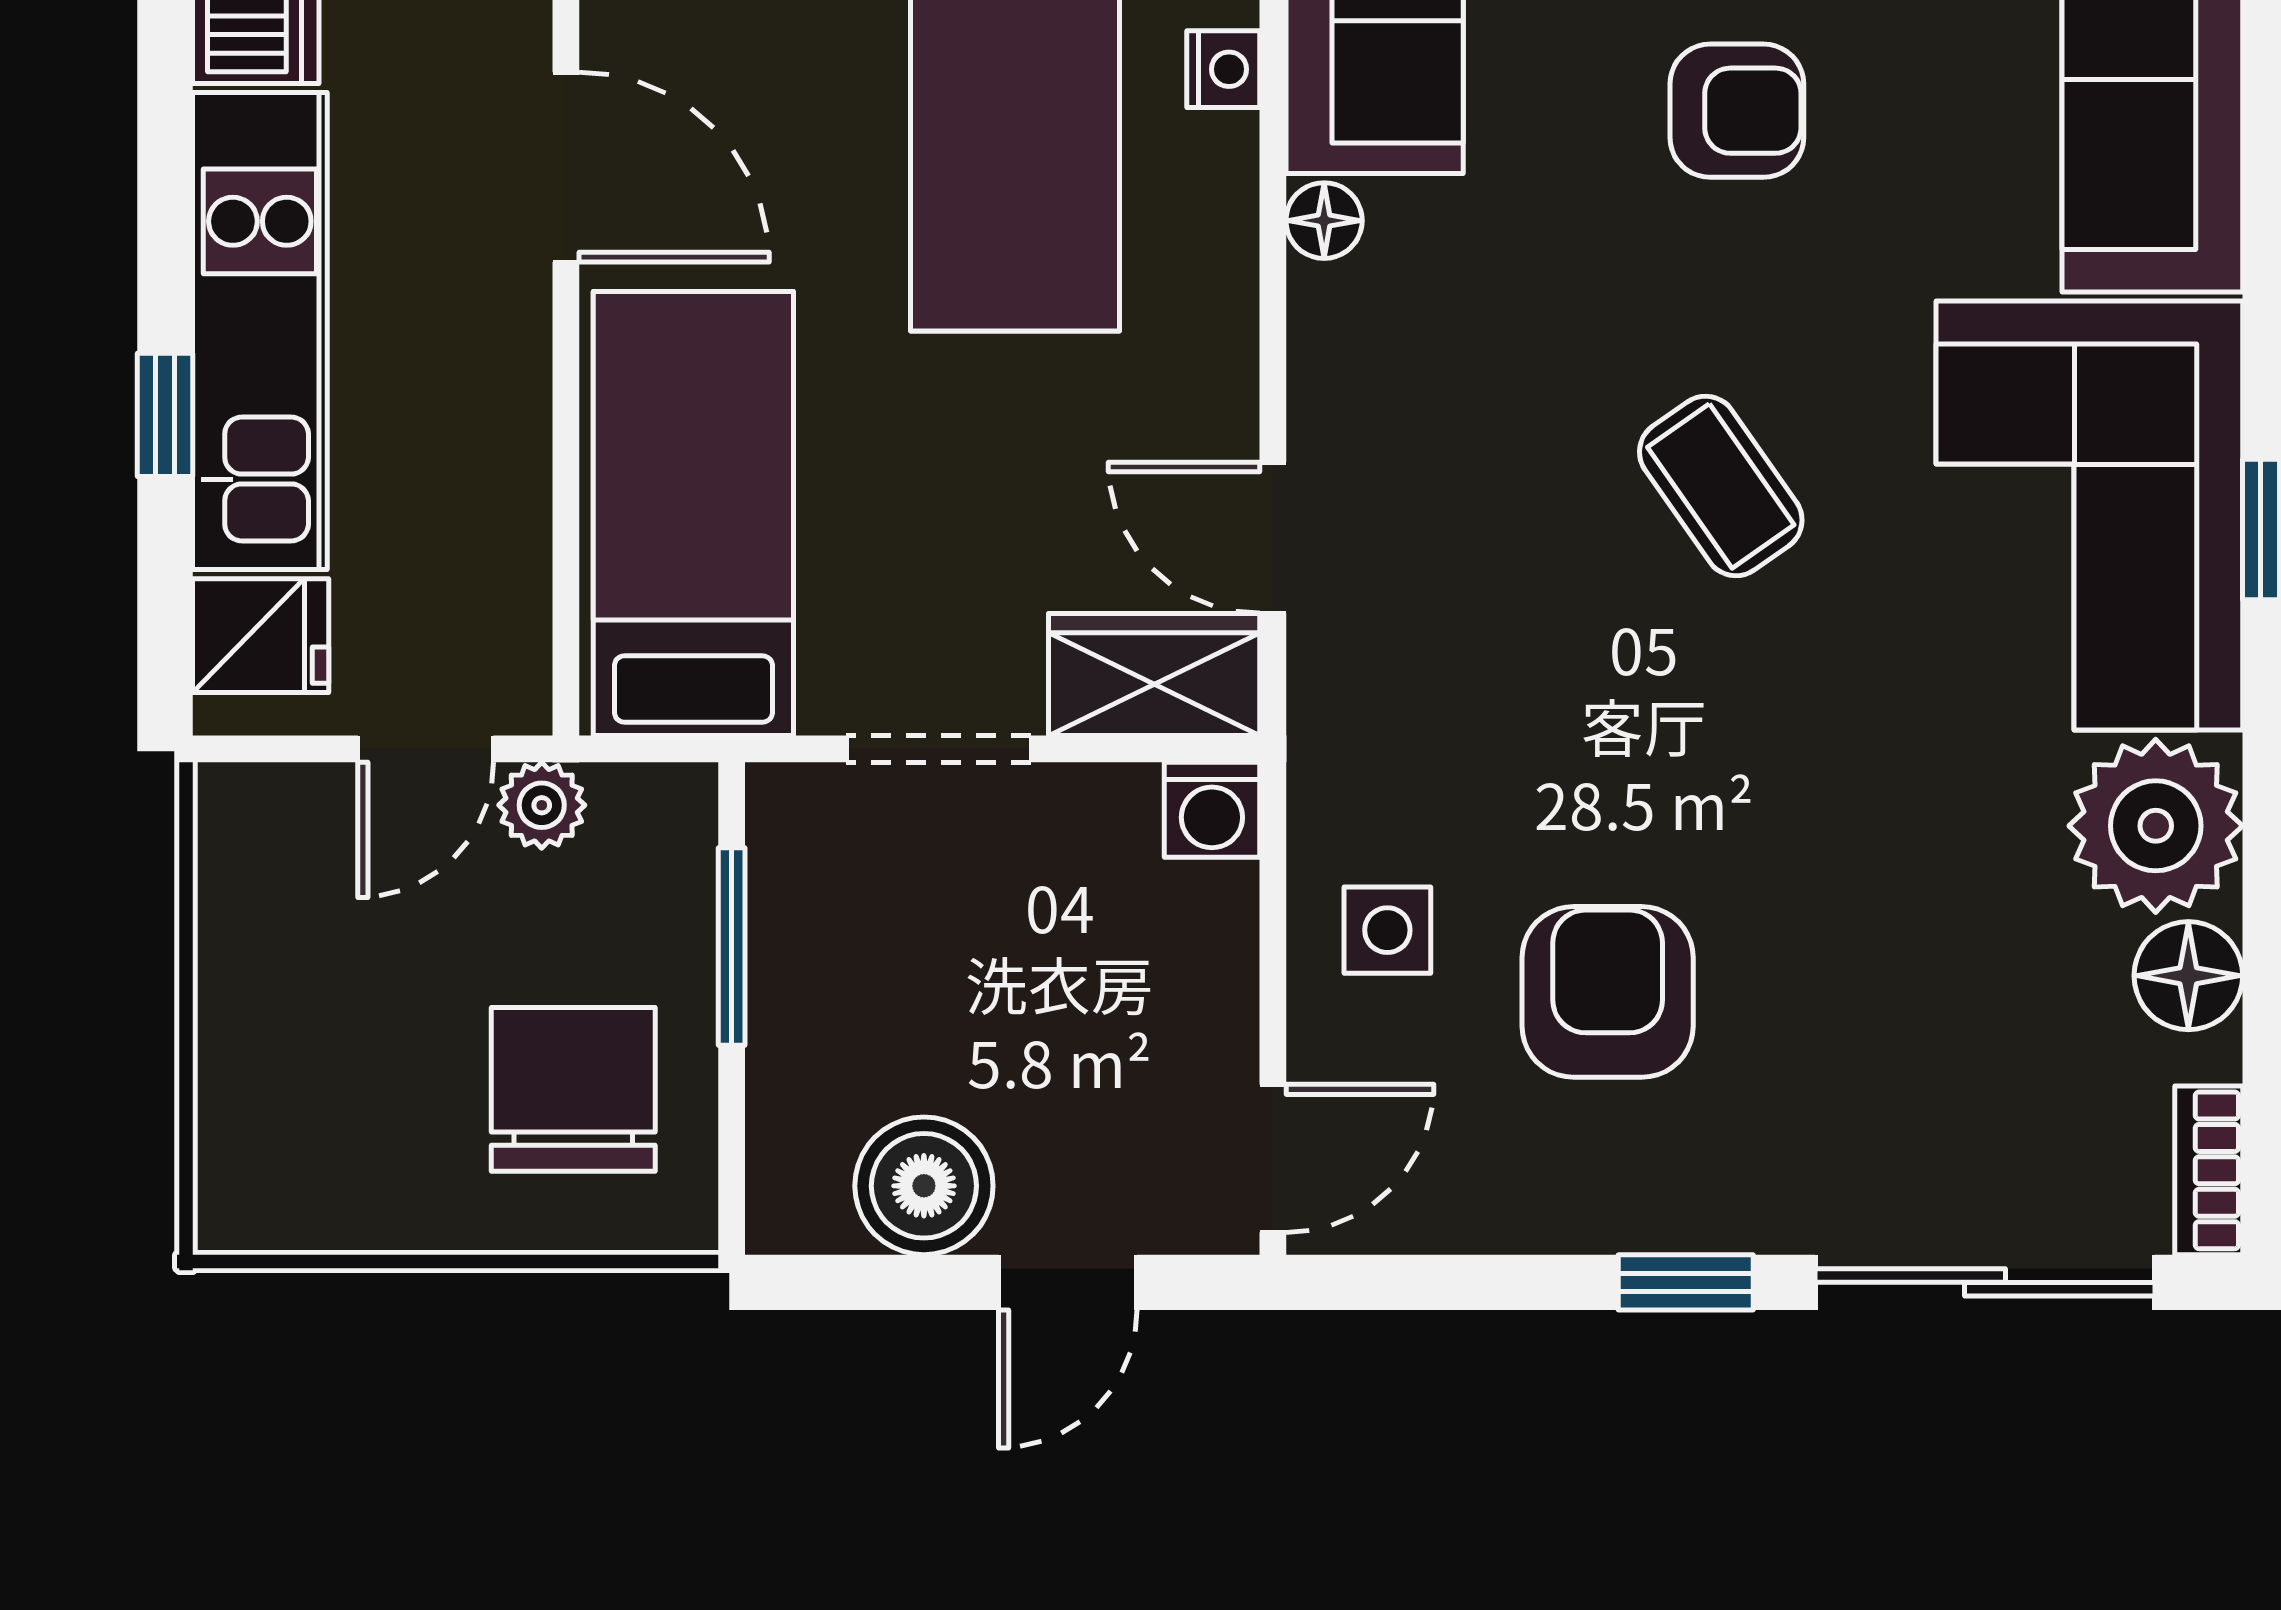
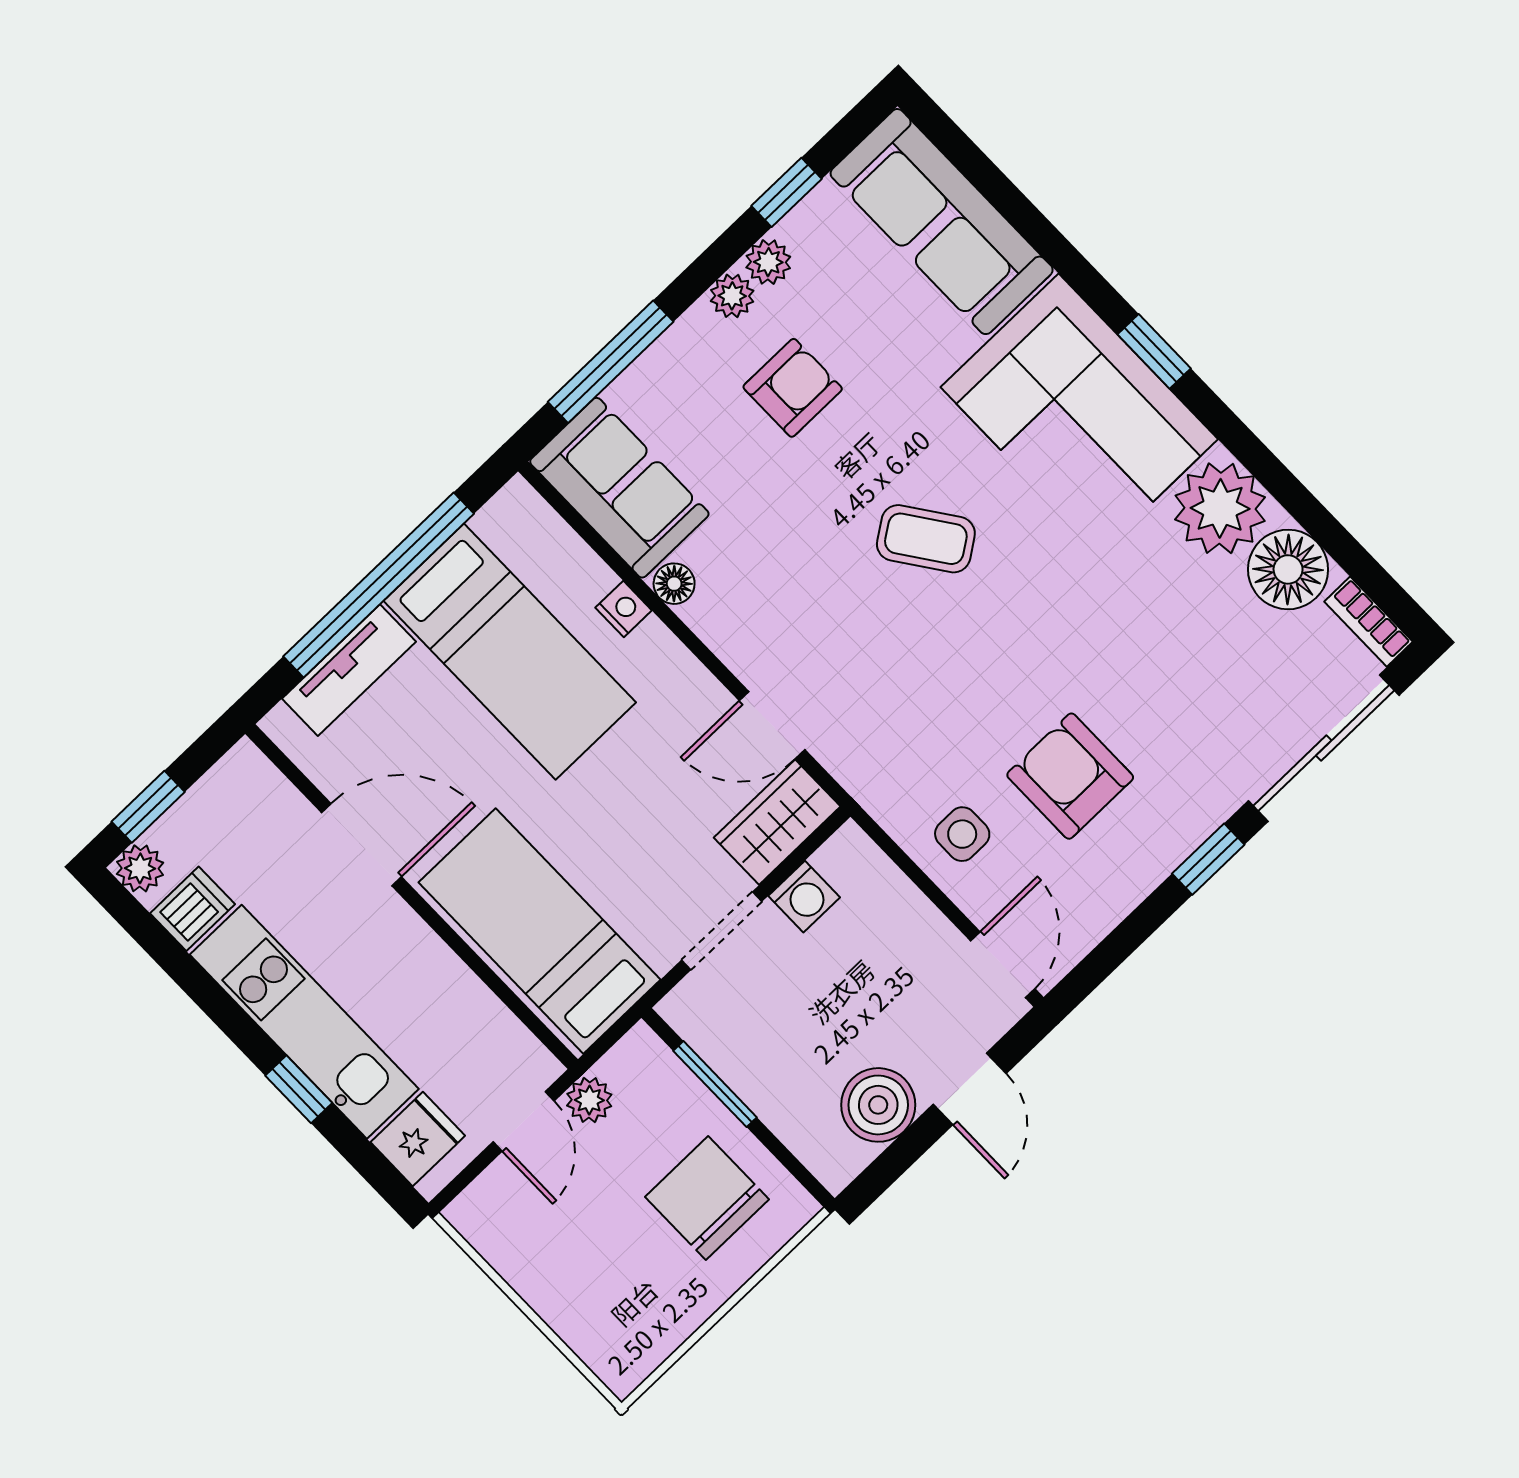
nightstand: (1223, 69) -> (624, 609), moved
washing machine: (1212, 810) -> (804, 897), moved
floor lamp: (2188, 976) -> (1288, 569), width x1.38, depth x1.38

